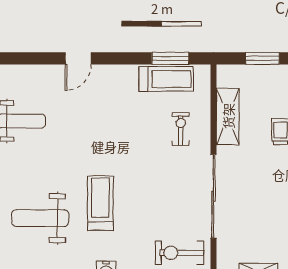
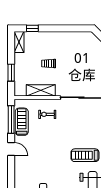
door: (78, 58) -> (11, 149), moved
window: (170, 58) -> (11, 120), width x1.44

